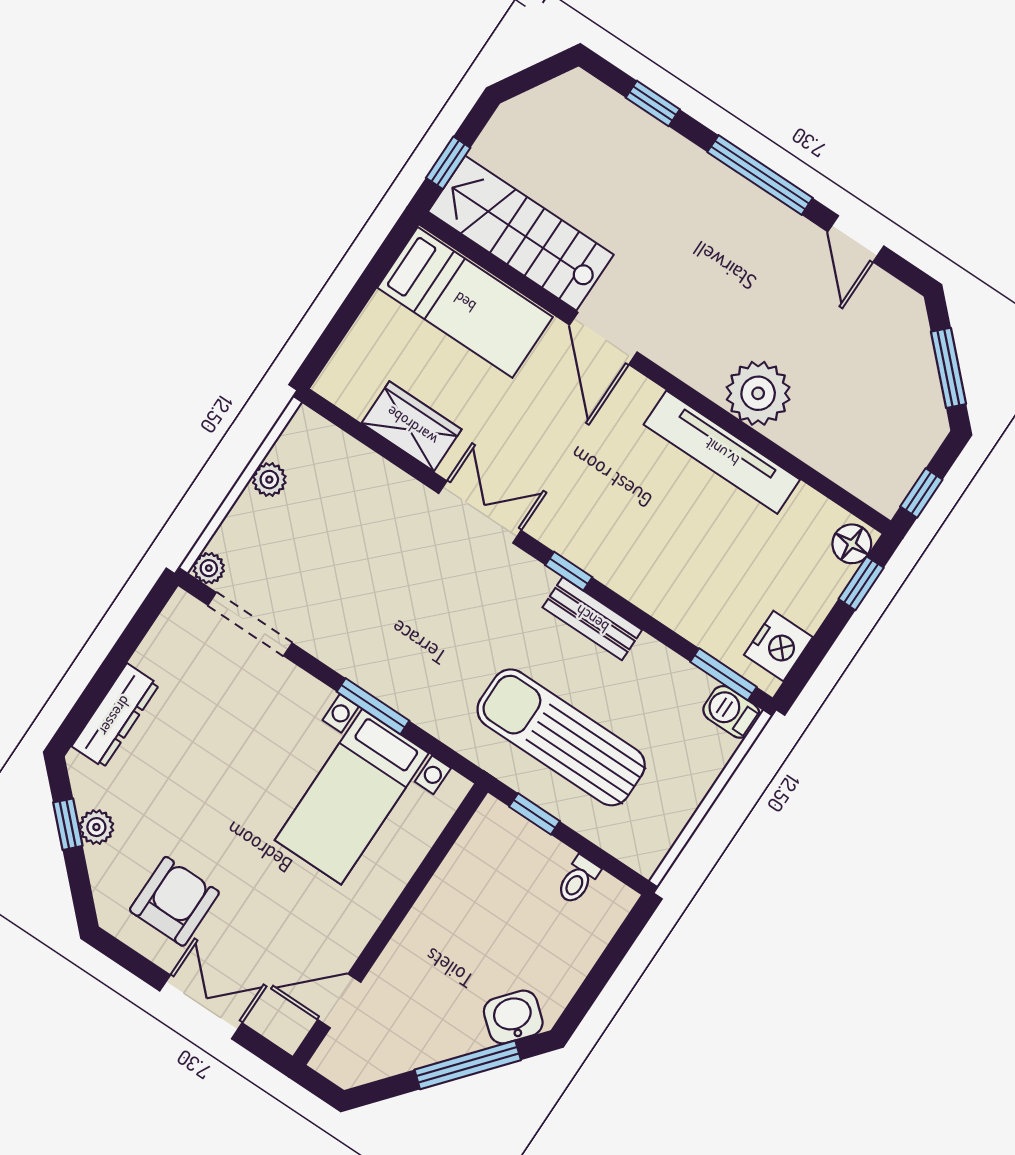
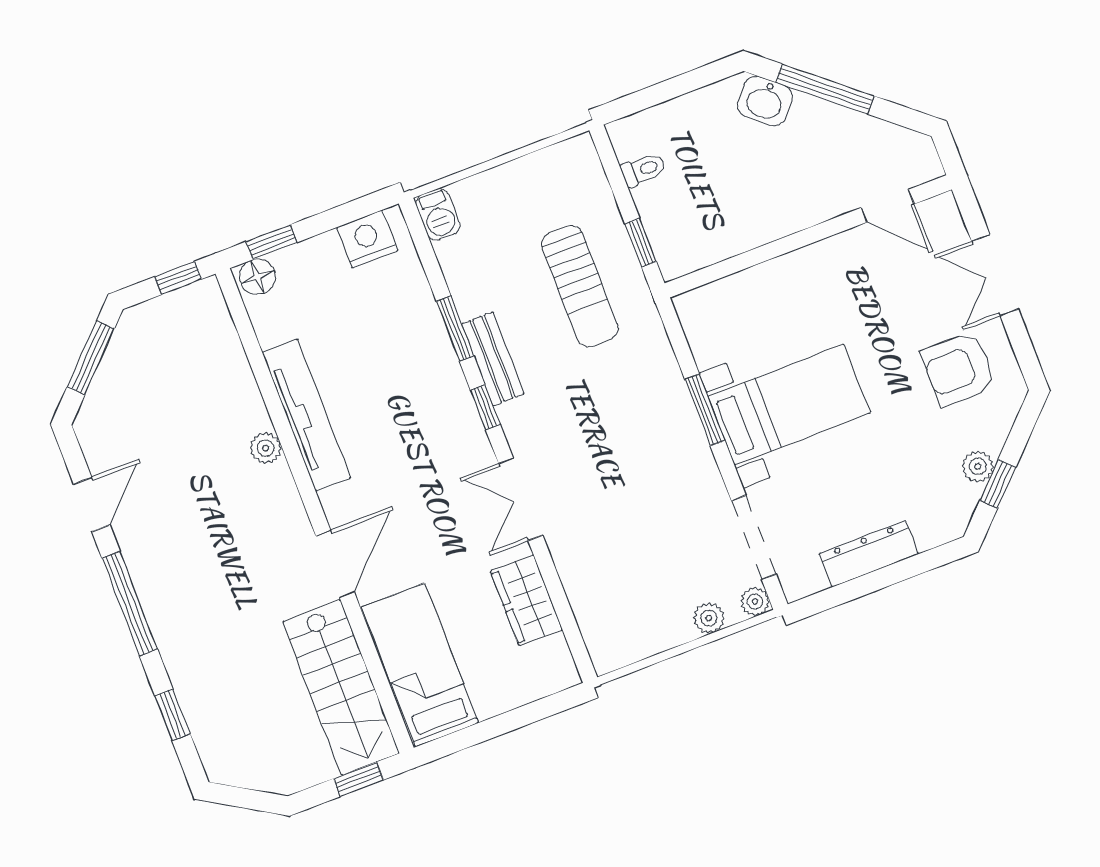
plant: (758, 393) -> (266, 448), width x0.53, depth x0.53
plant: (269, 480) -> (709, 618), moved
window: (723, 674) -> (455, 329), moved
dresser: (115, 716) -> (869, 554), moved
sun lounger: (561, 737) -> (580, 286), width x0.73, depth x0.75
bed with nightstands: (352, 797) -> (789, 405), moved

